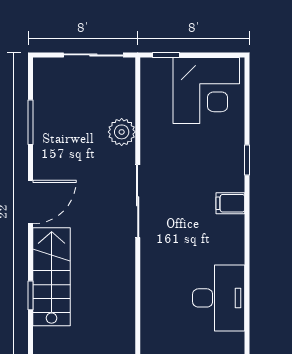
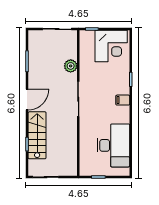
desk: (219, 298) -> (113, 145), width x1.36, depth x1.30

